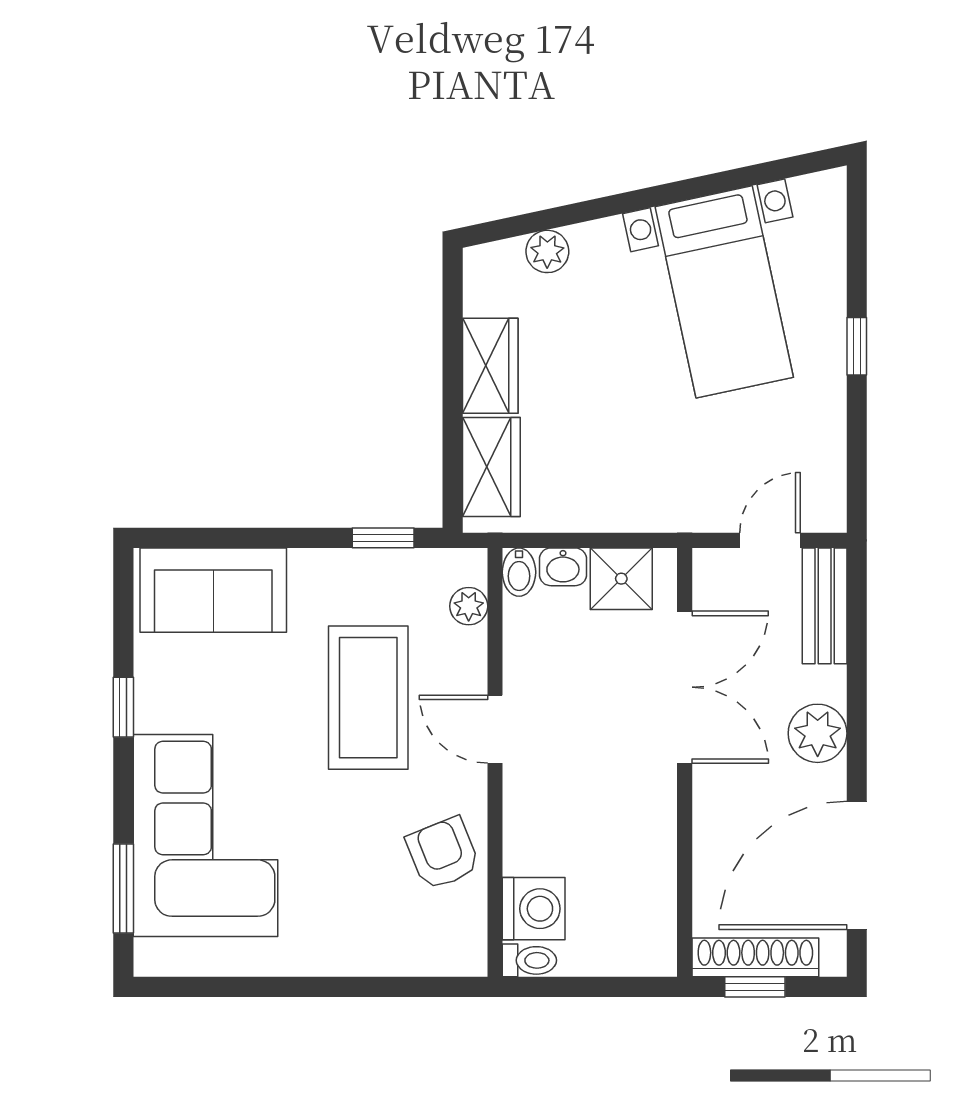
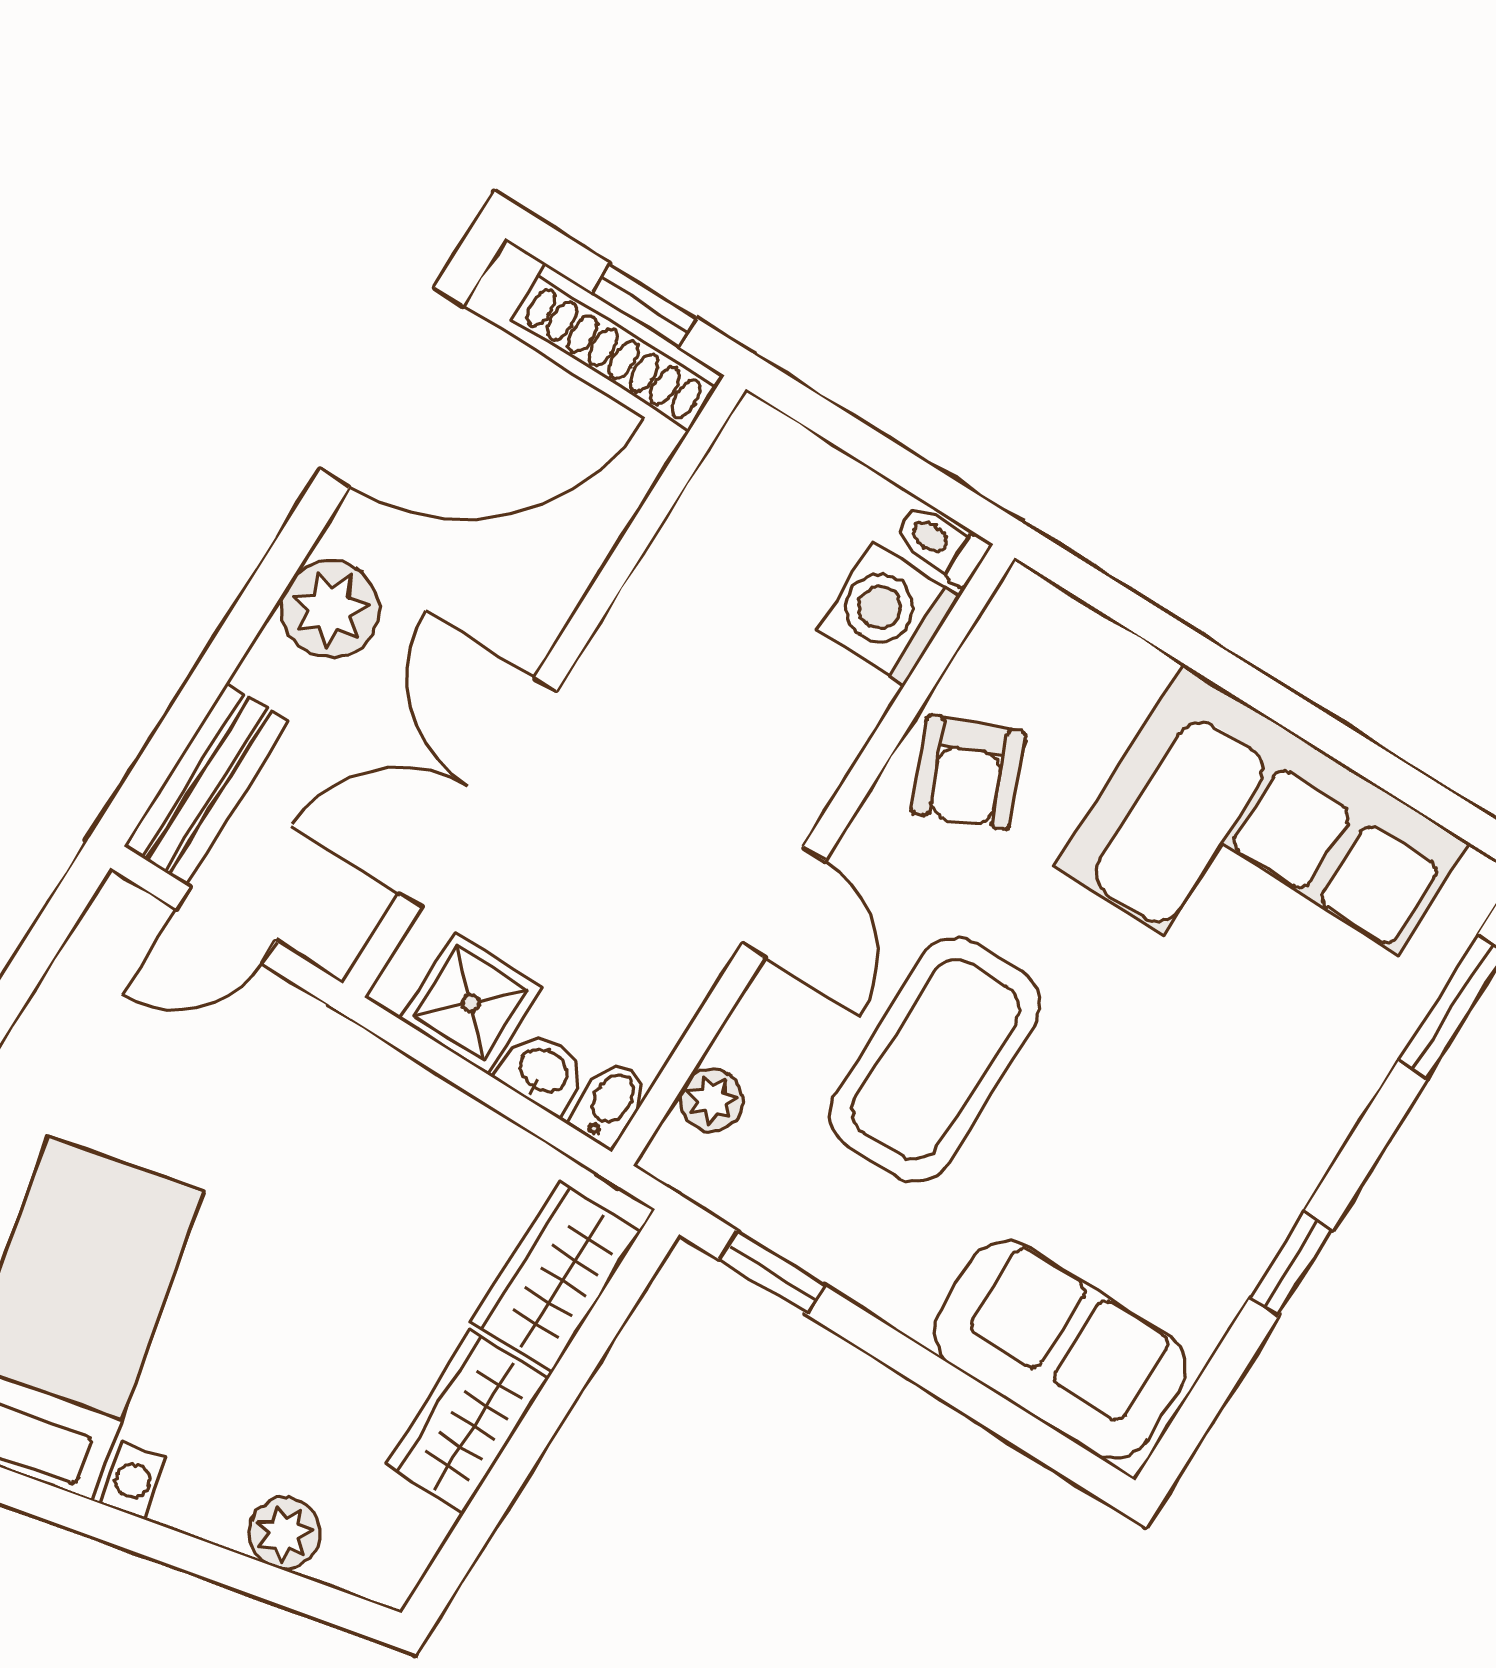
corner sofa: (205, 835) -> (1262, 855), moved, turned -90

